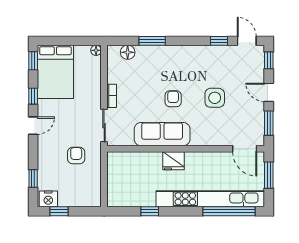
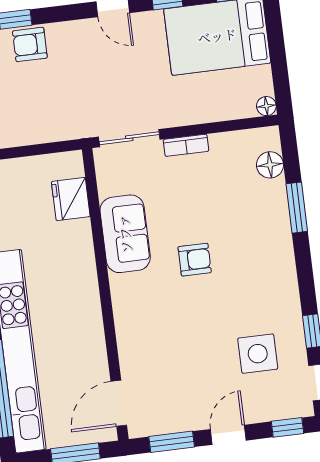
side table: (215, 98) -> (258, 354), moved
sofa: (162, 134) -> (125, 234), width x0.73
armchair: (76, 155) -> (30, 44), moved, turned 180
fridge: (174, 161) -> (71, 199), moved

